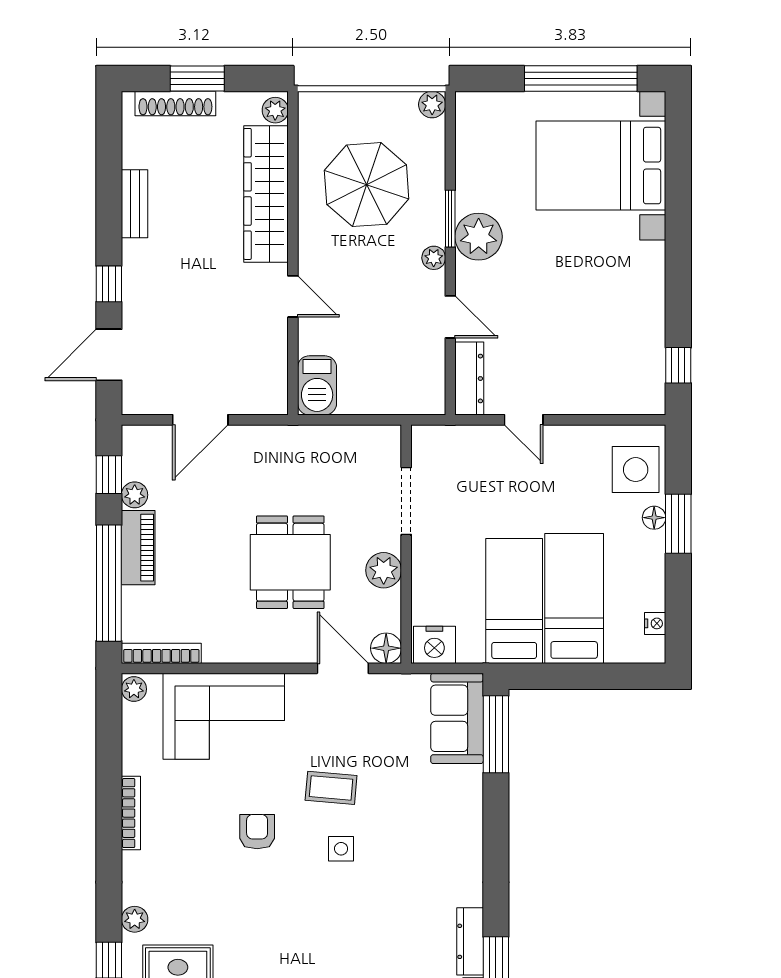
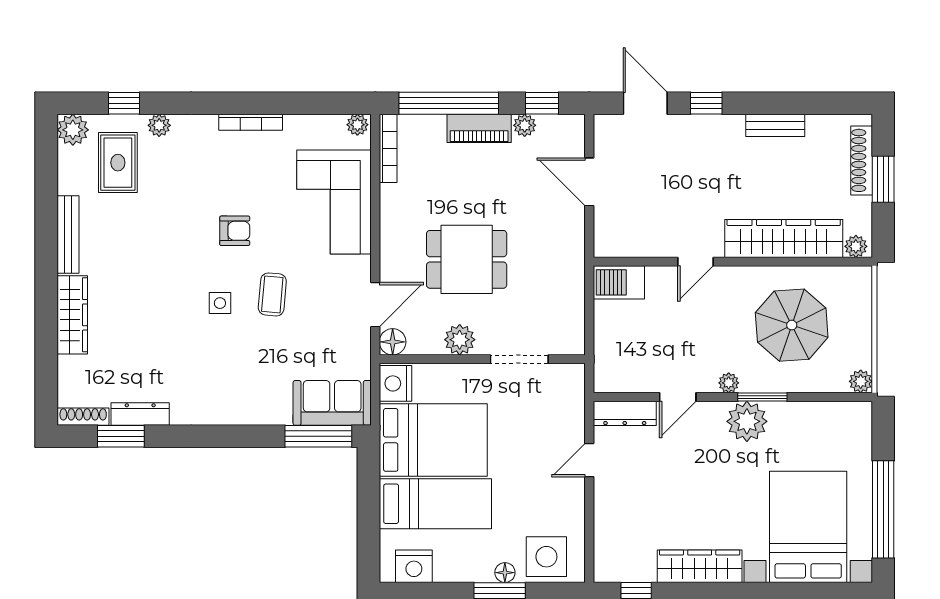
wardrobe: (647, 292) -> (700, 566), added
bed: (514, 601) -> (433, 440), width x1.50
nightstand: (655, 623) -> (414, 566), width x1.89, depth x1.79

